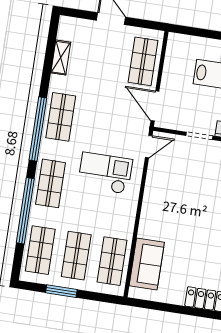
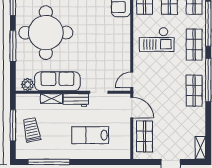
shelving: (61, 58) -> (200, 148), moved
checkout: (105, 173) -> (157, 39), moved

